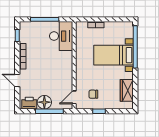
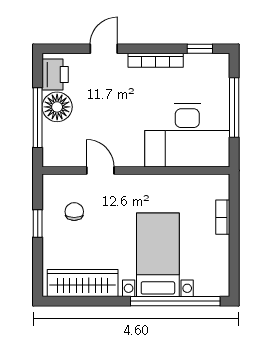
desk: (61, 36) -> (187, 135), width x1.36, depth x1.30
wardrobe: (127, 90) -> (83, 283), width x1.50
door: (74, 97) -> (100, 170), moved

